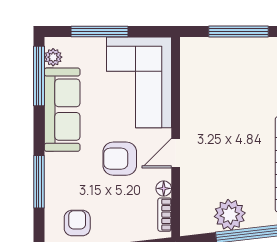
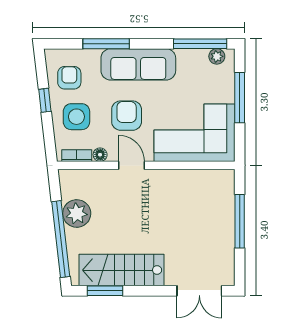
sofa: (62, 110) -> (138, 64), moved
side table: (121, 215) -> (76, 117), added
armchair: (77, 223) -> (69, 78), turned -90

